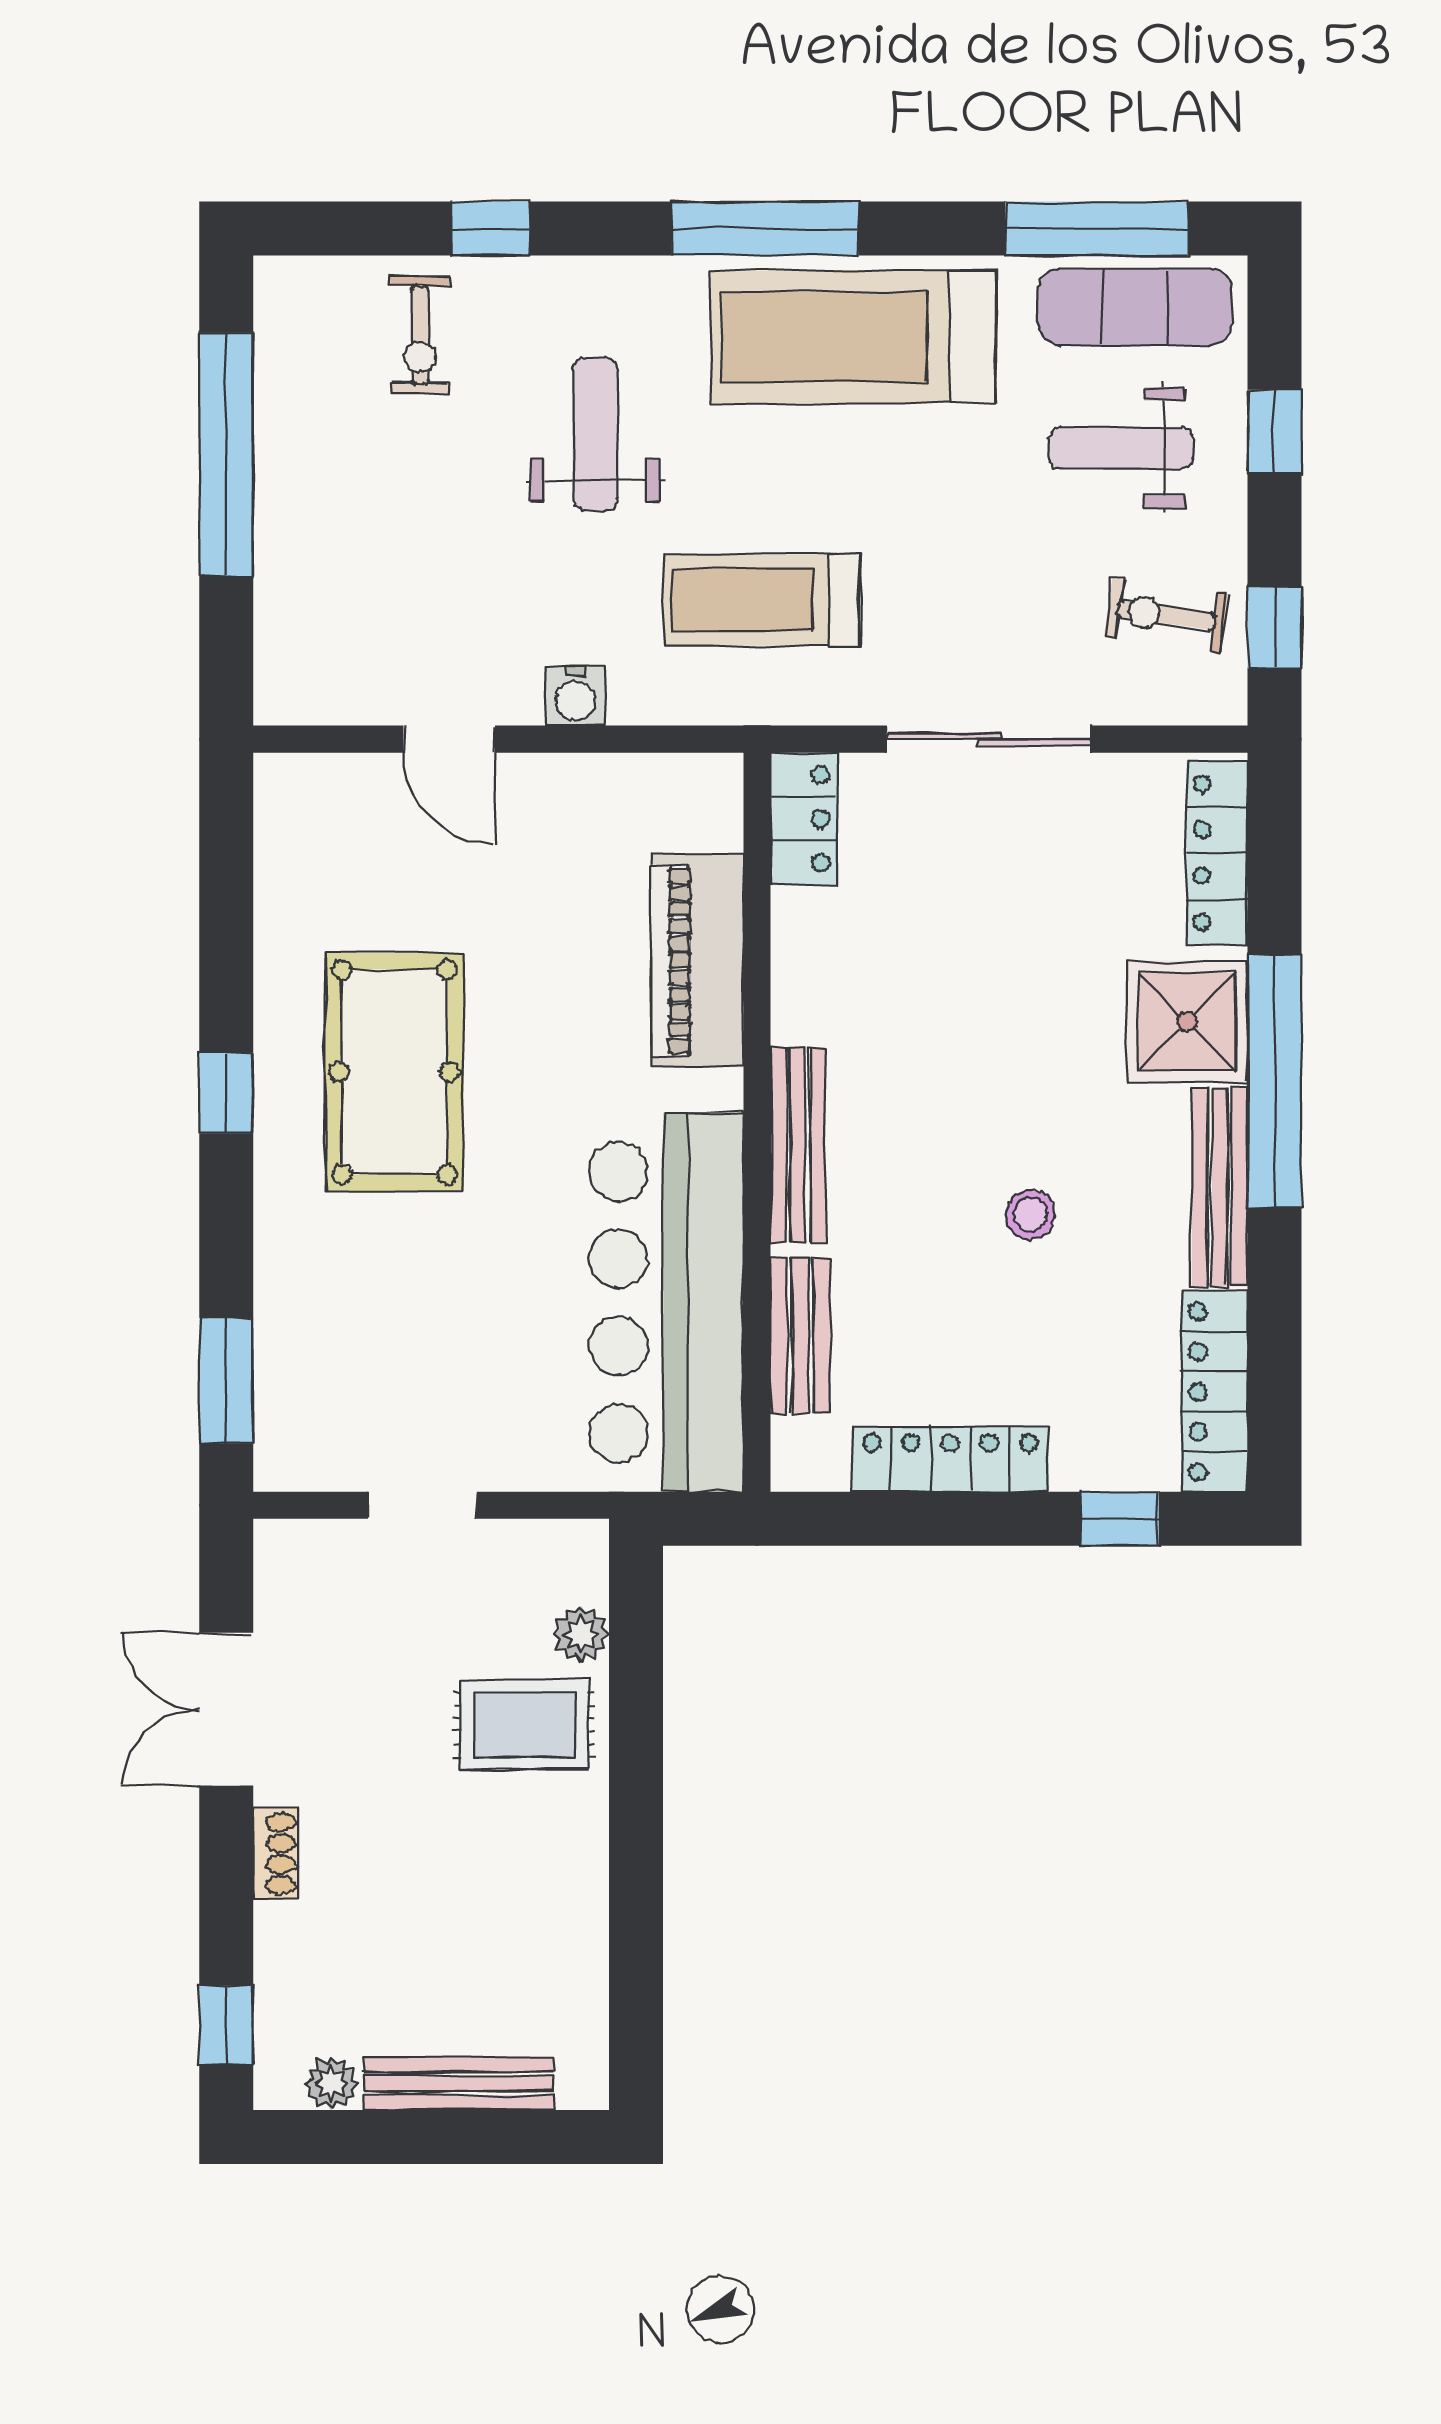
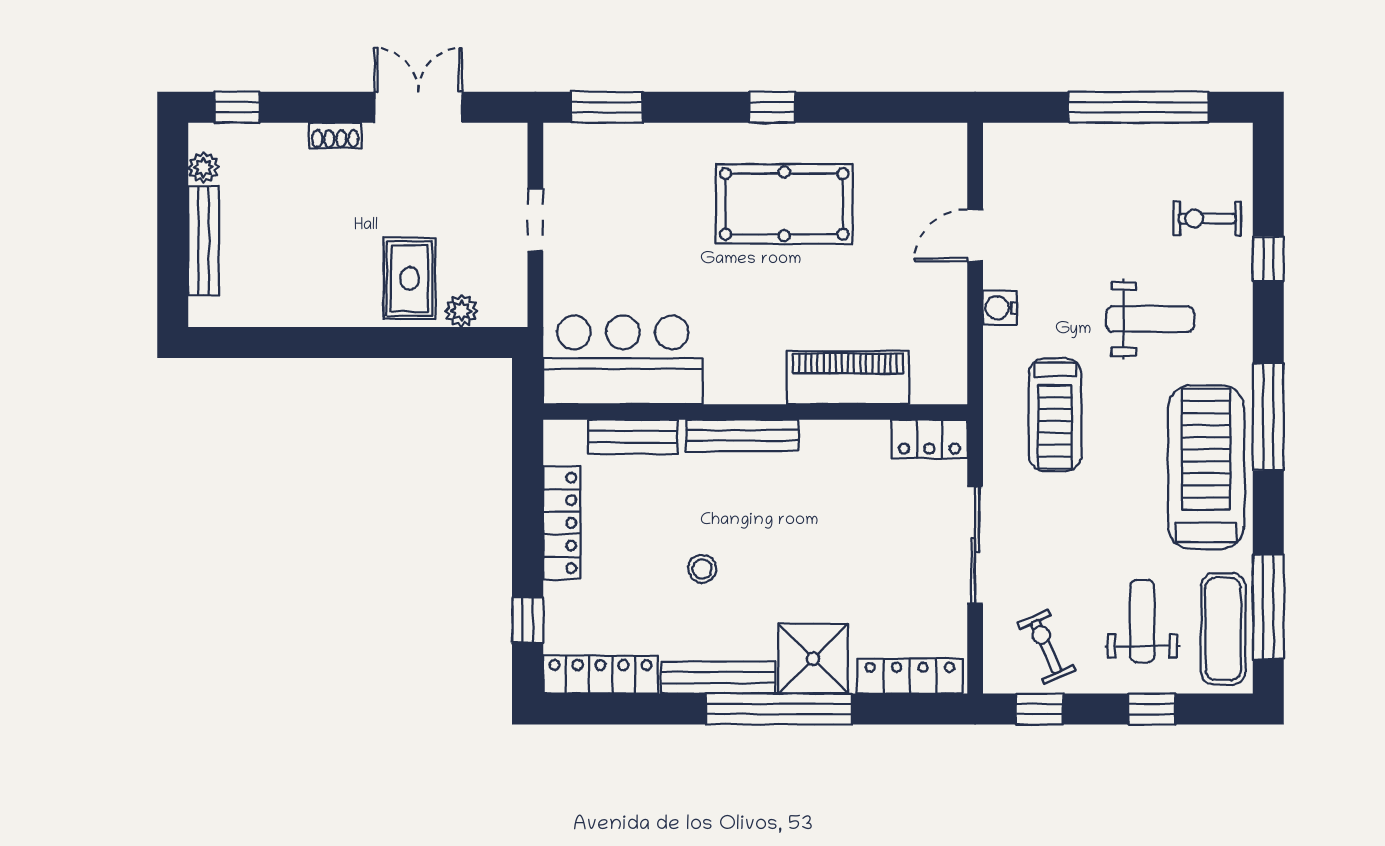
treadmill: (762, 600) -> (1055, 415), turned 180
exercise bike: (1166, 615) -> (1046, 647), turned -32
bar counter: (666, 1302) -> (623, 360), width x0.73

